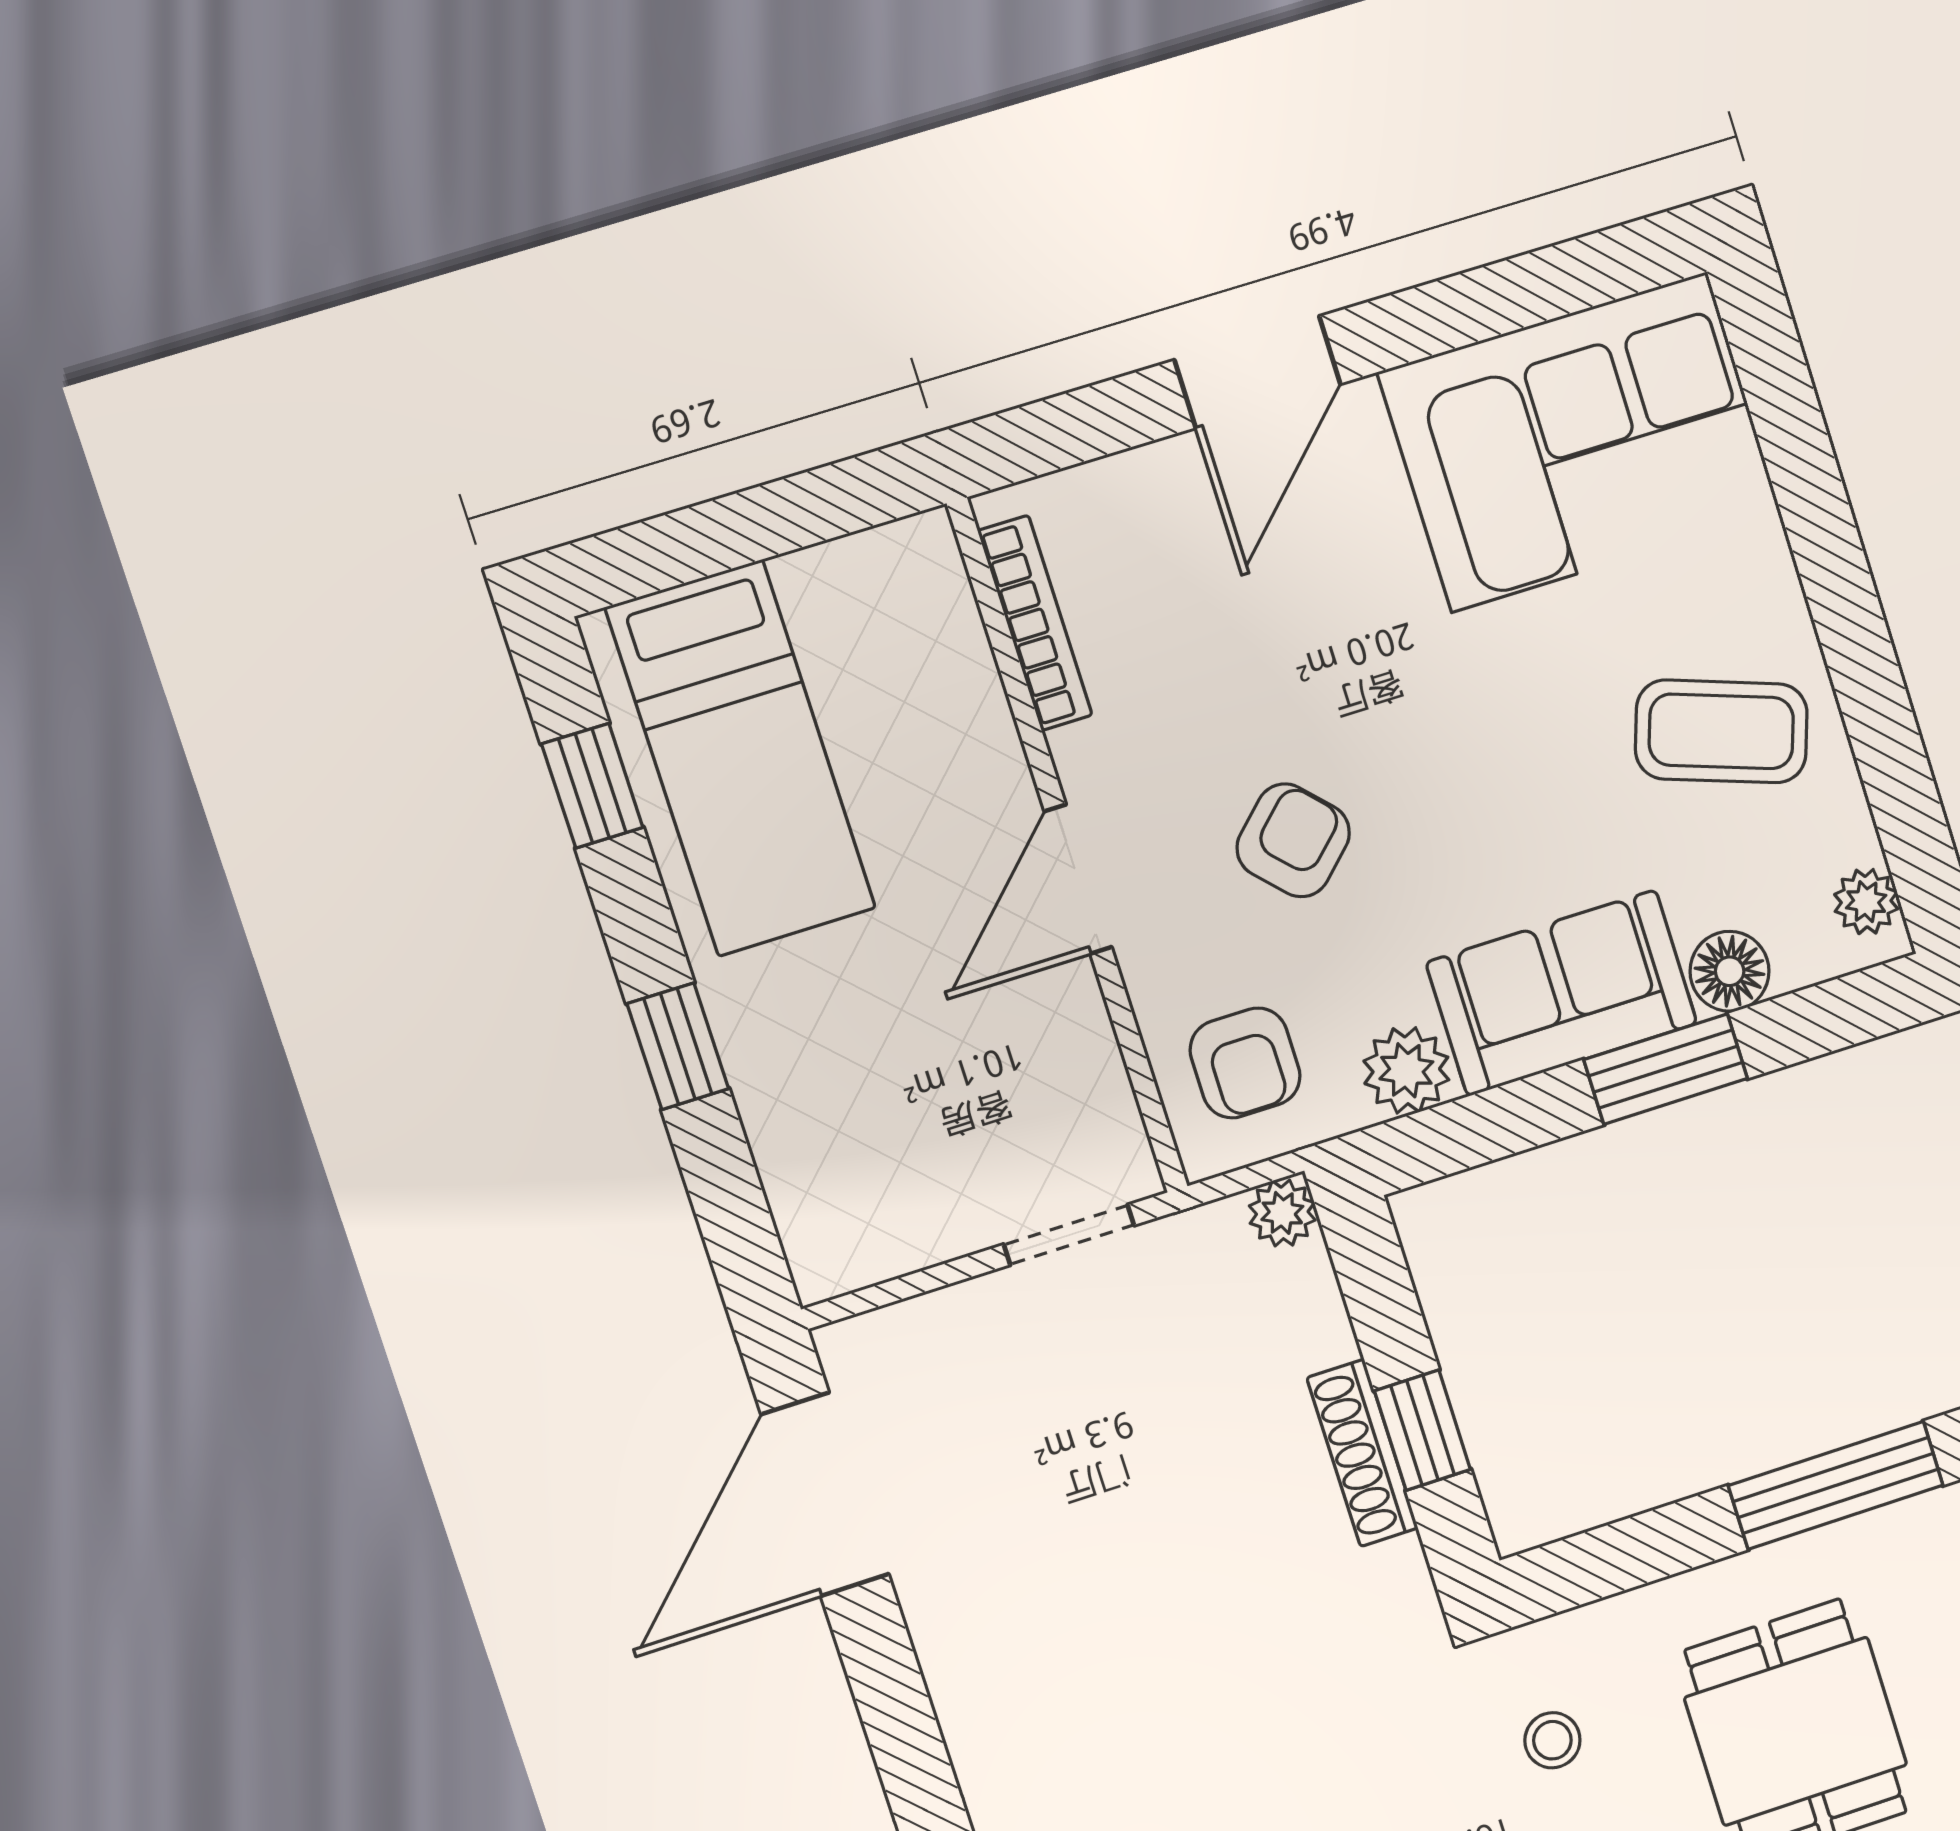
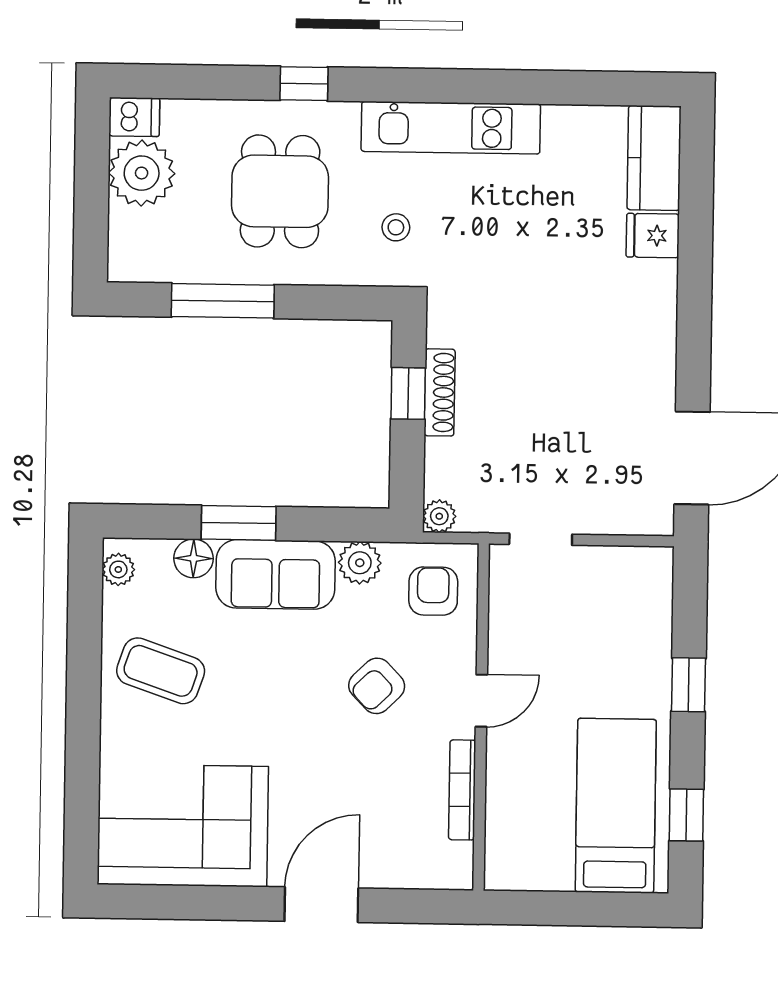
bookcase: (1035, 623) -> (462, 790), moved
door: (1078, 879) -> (481, 701), width x0.73

